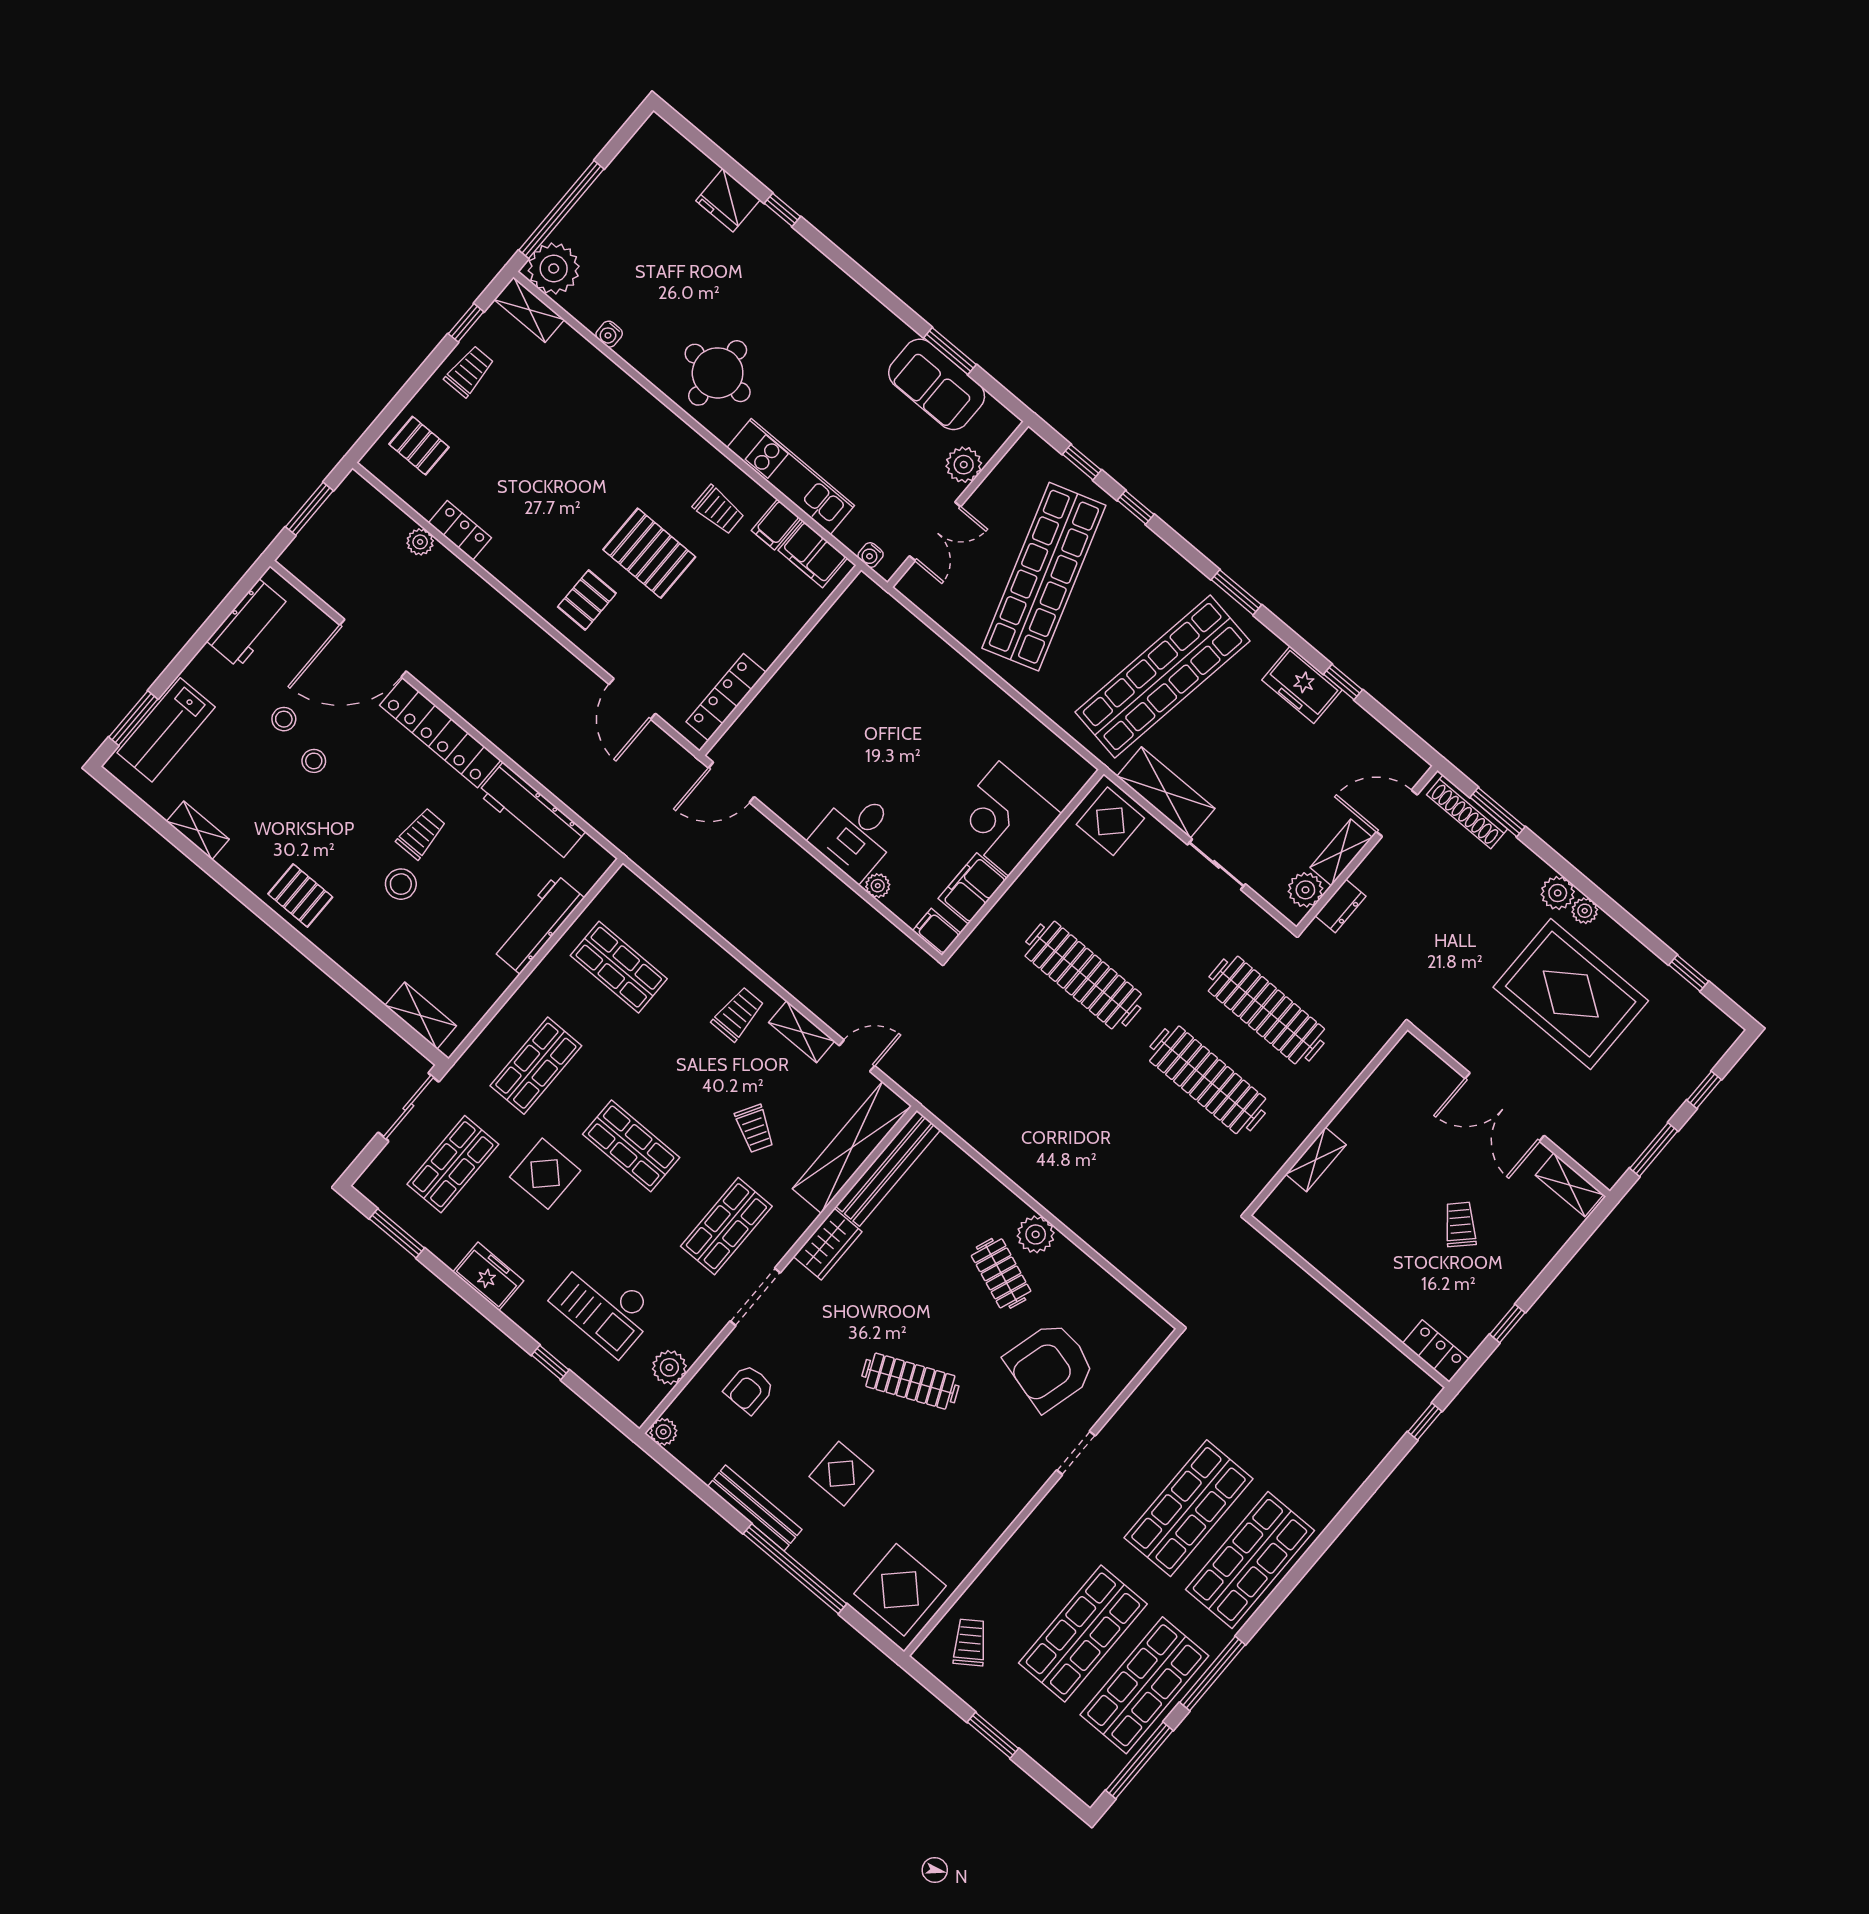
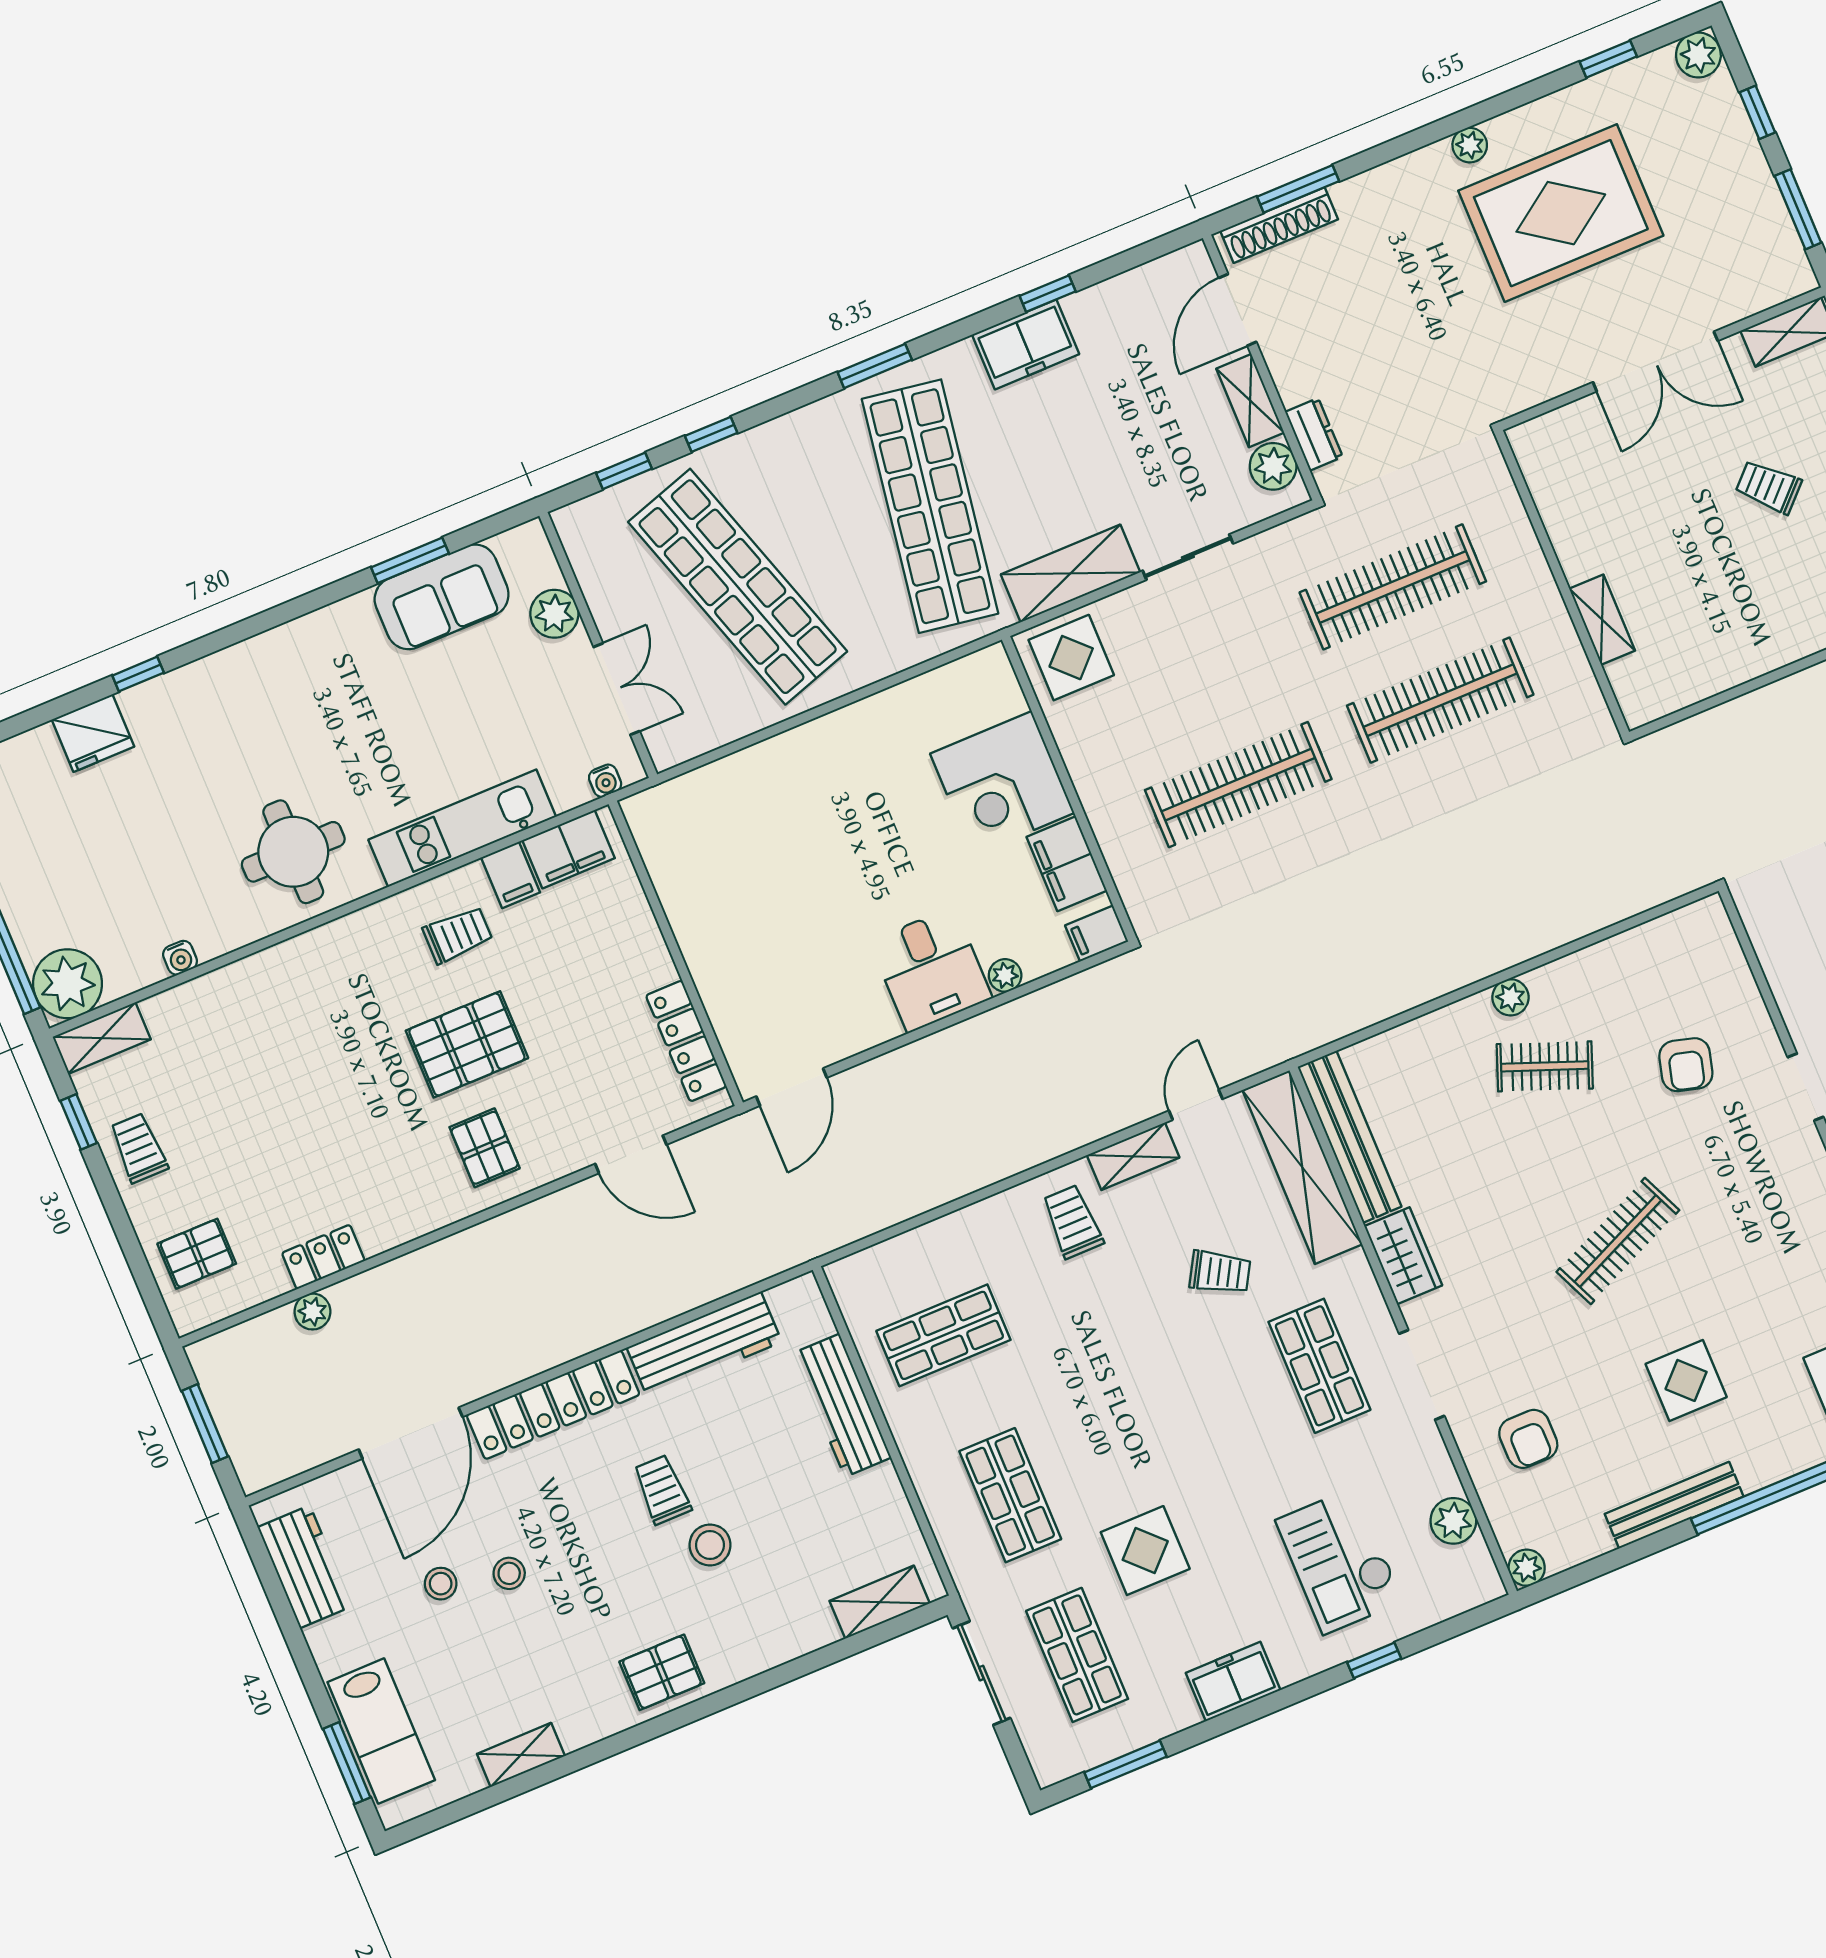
plant: (1558, 893) -> (1698, 55), moved
shop shelf: (631, 1146) -> (1165, 1430), removed
plant: (1036, 1234) -> (1511, 997), width x0.73, depth x0.73
checkout: (604, 1306) -> (1339, 1561), turned 90
armchair: (1050, 1366) -> (1686, 1065), width x0.53, depth x0.53

